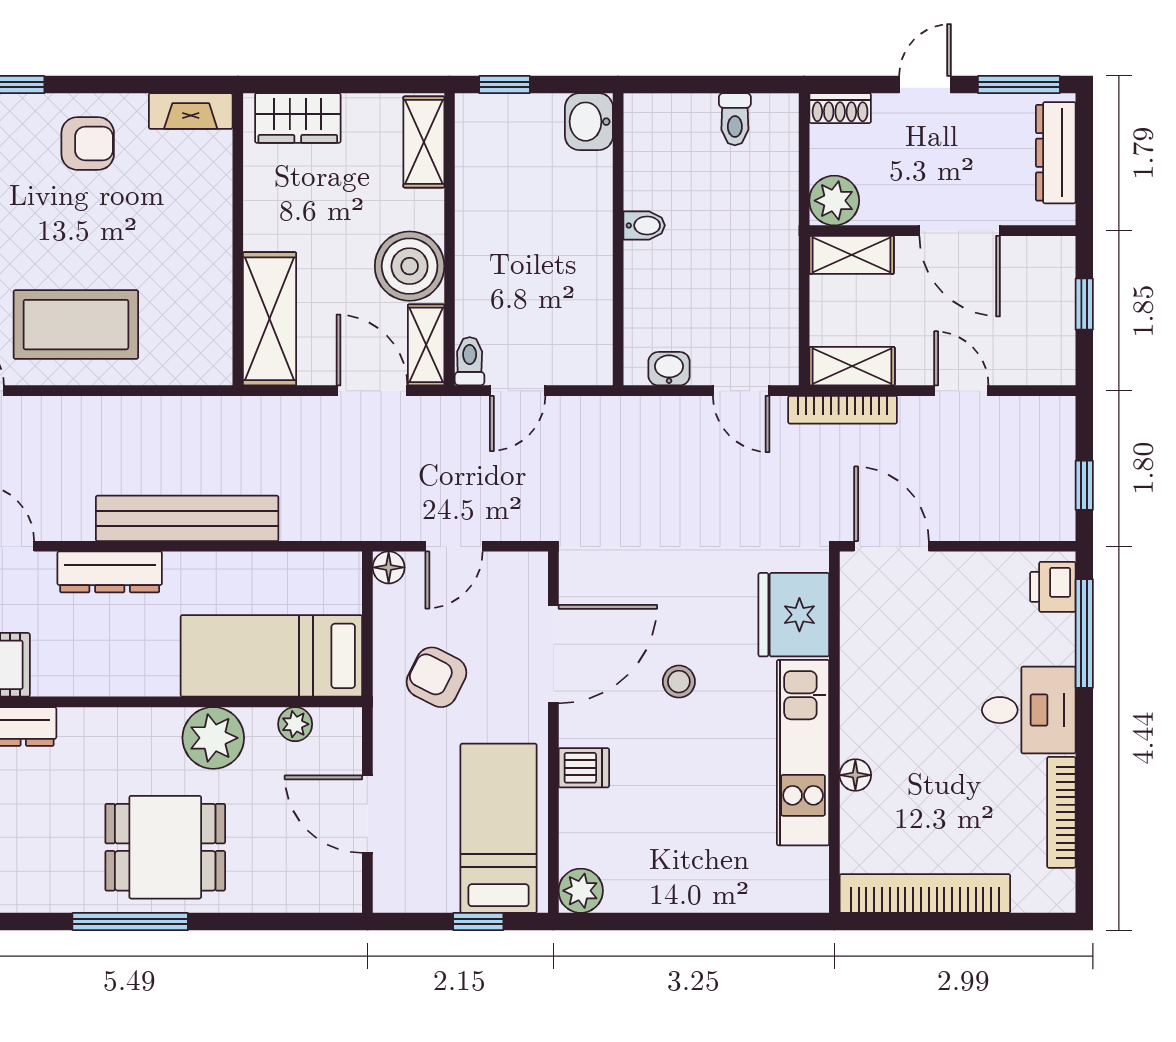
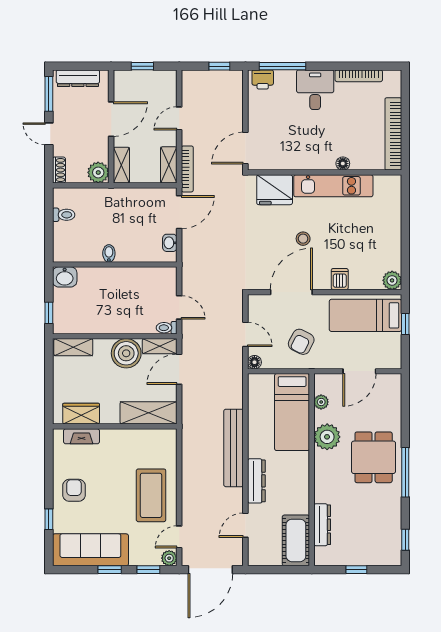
fireplace: (191, 111) -> (81, 436), moved, turned 90
wardrobe: (298, 118) -> (81, 414), moved, turned -90
door: (741, 391) -> (179, 212), width x1.38
door: (553, 654) -> (291, 292), hinge flipped

